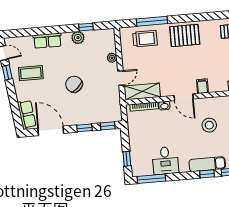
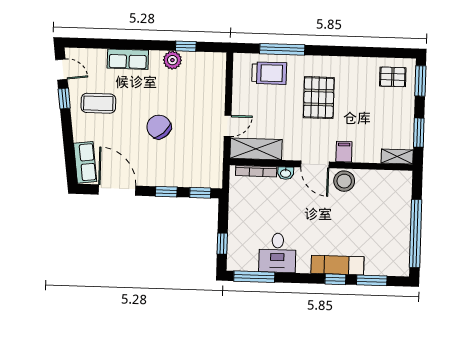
pallet: (185, 35) -> (319, 98), moved, turned 90
plant: (112, 58) -> (218, 95), removed
stool: (209, 125) -> (344, 181), moved

